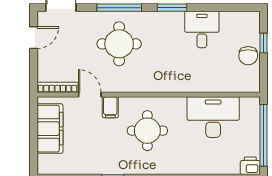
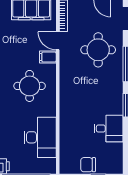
round table: (119, 44) -> (98, 50), moved
door: (90, 95) -> (58, 41), swing flipped

